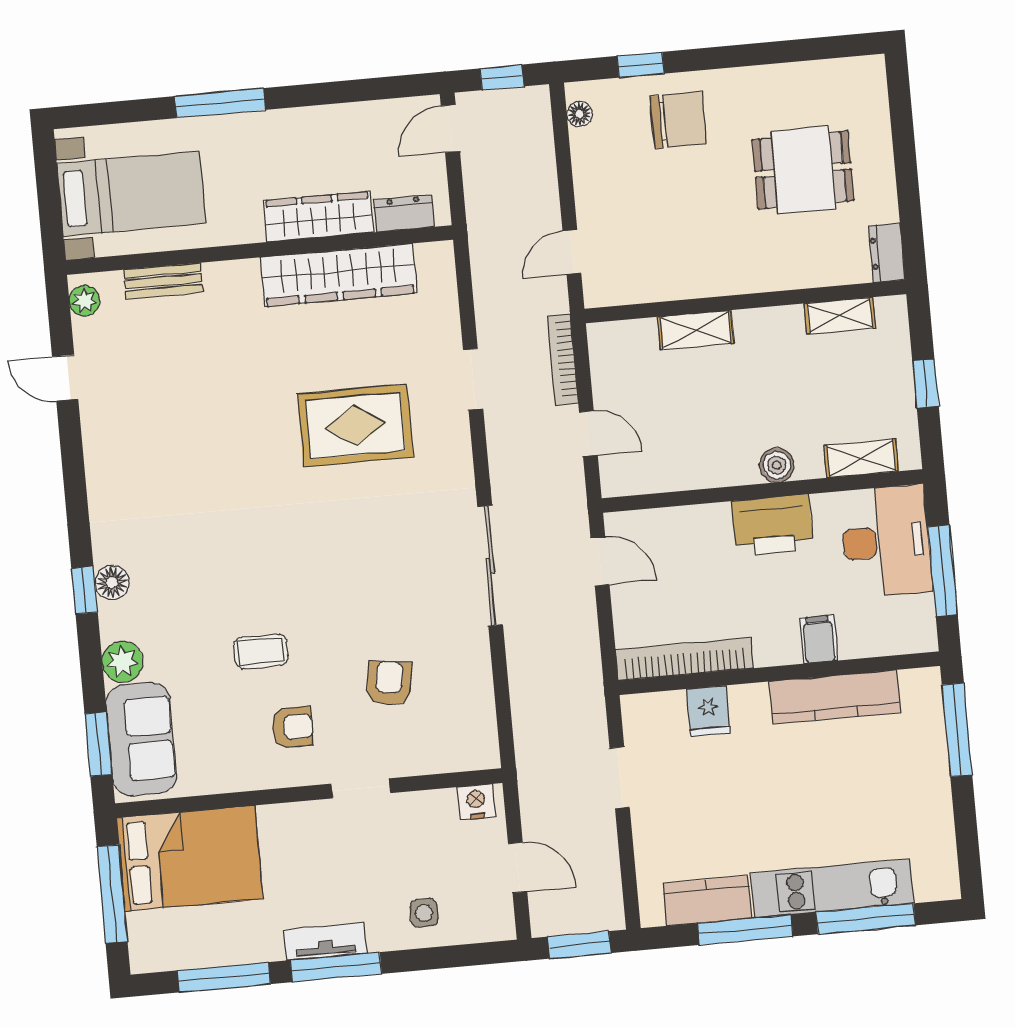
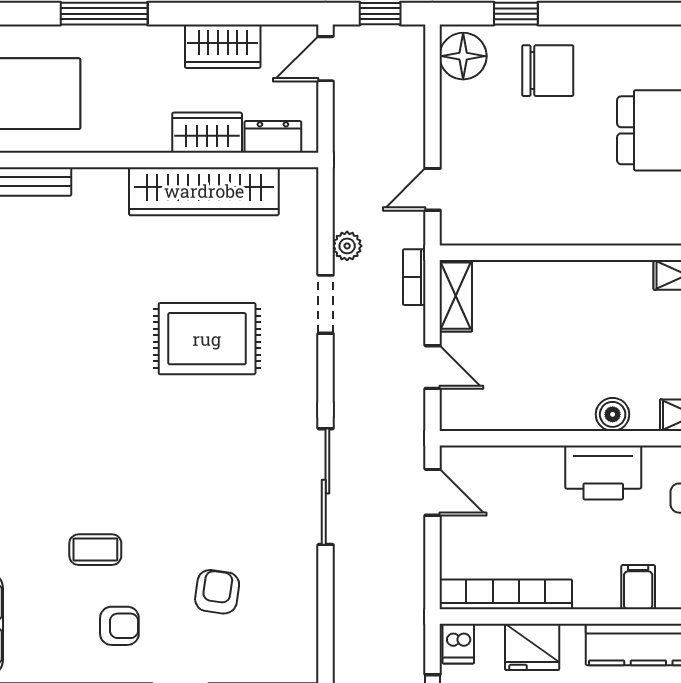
floor lamp: (579, 114) -> (463, 56), width x1.89, depth x1.89
wardrobe: (344, 125) -> (223, 46), added
wardrobe: (318, 217) -> (207, 133), width x0.67
plant: (490, 318) -> (347, 246), added
shelving: (696, 330) -> (456, 296), moved, turned 90
bookcase: (563, 359) -> (414, 277), width x0.64
fridge: (708, 711) -> (532, 647), width x1.38
dishwasher: (640, 714) -> (458, 644), added

